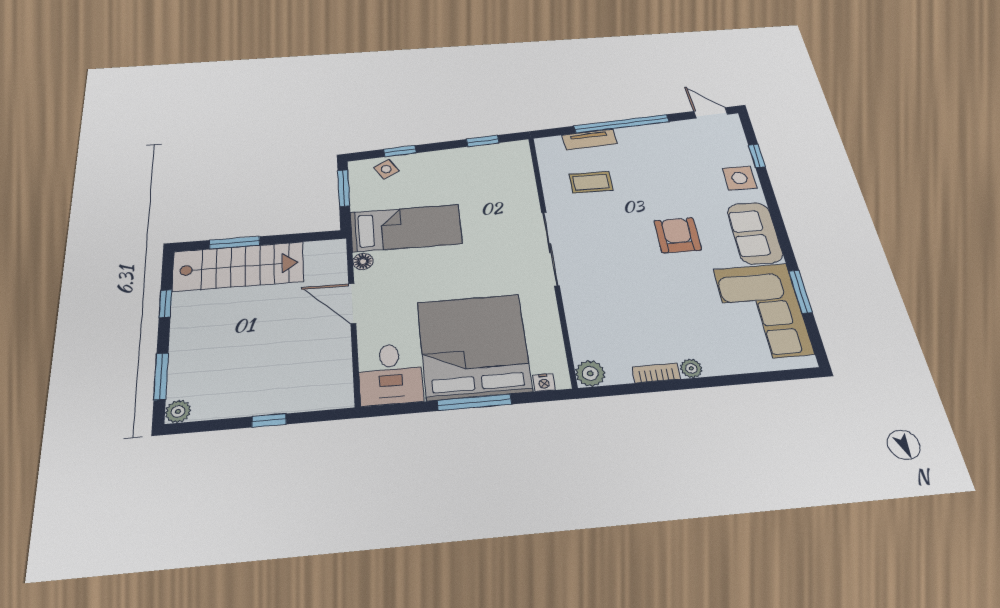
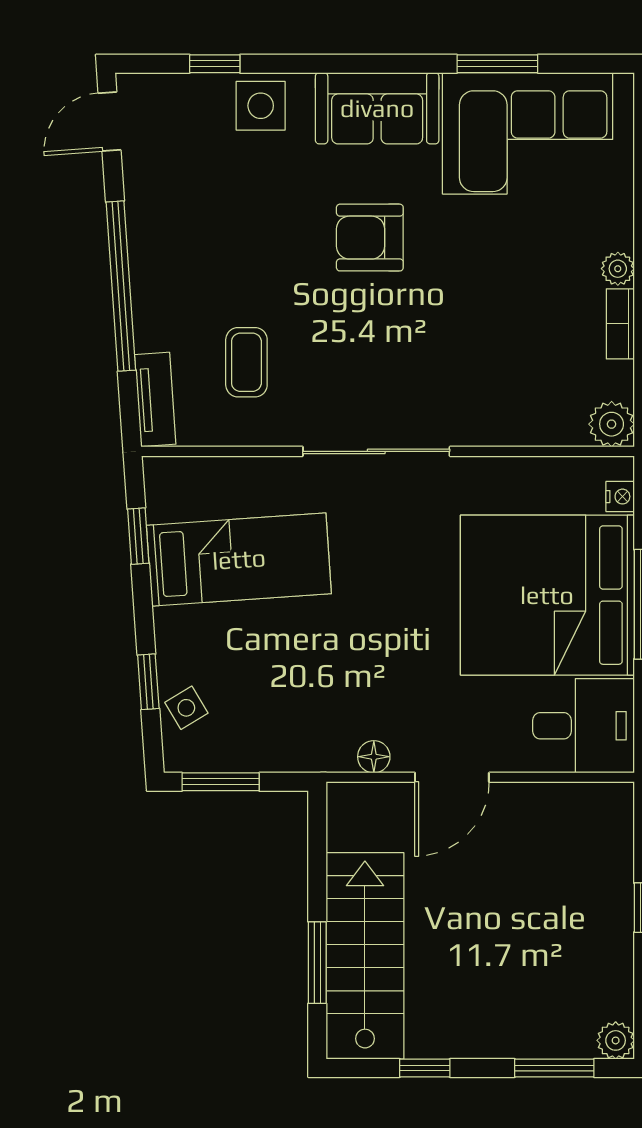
tv unit: (590, 139) -> (155, 399), moved
bed: (406, 228) -> (239, 559), moved, turned 86

